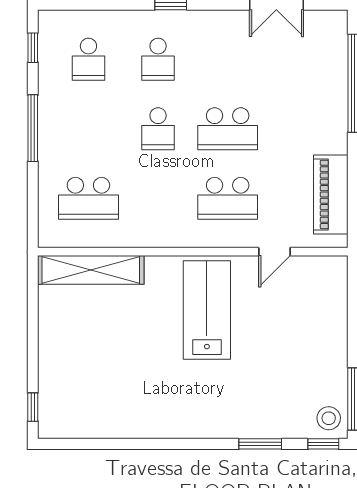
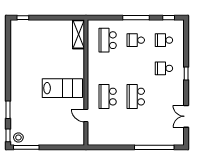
school desk: (158, 129) -> (136, 40), moved
piano: (331, 194) -> (109, 138), removed
shelving: (91, 270) -> (79, 34), width x0.68

